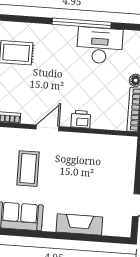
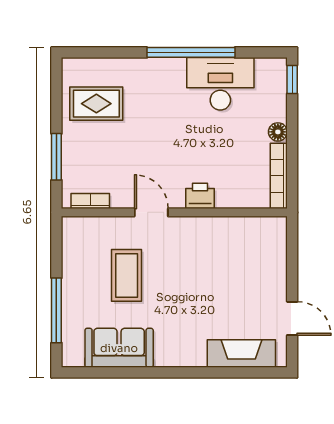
door: (48, 128) -> (151, 212), hinge flipped
fireplace: (79, 224) -> (241, 353), moved

